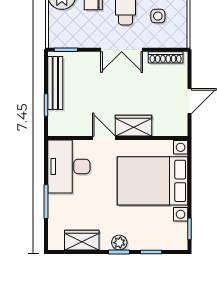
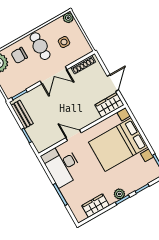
bench: (55, 83) -> (22, 114), width x0.73
wardrobe: (134, 126) -> (109, 105), moved

